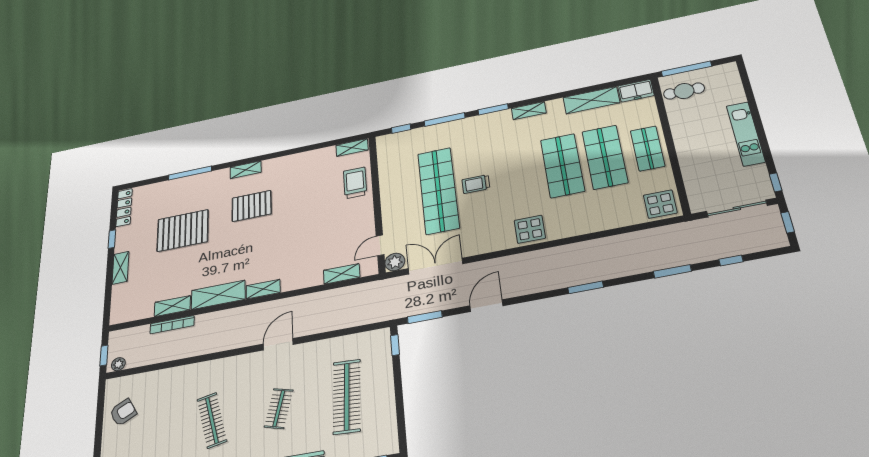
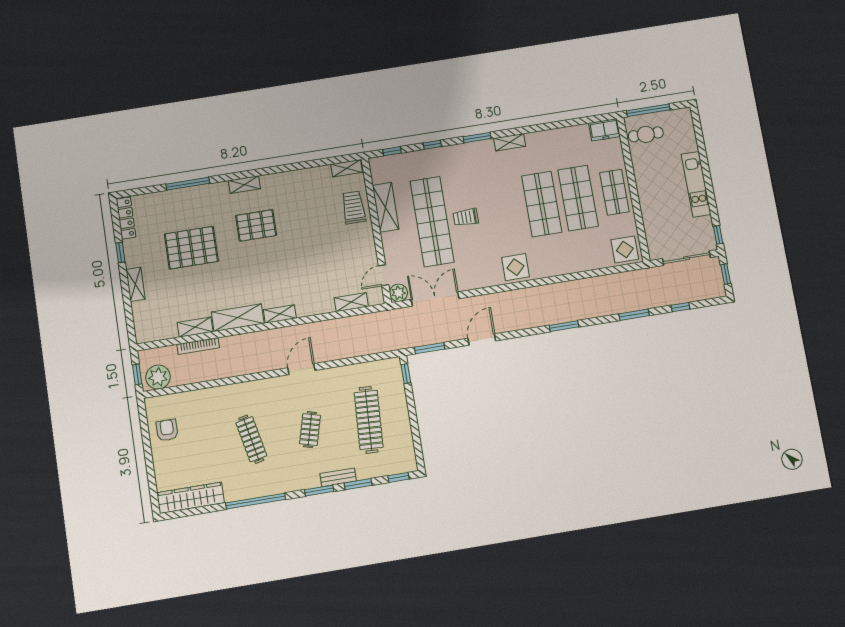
shelving: (591, 100) -> (386, 207), moved, turned 90
window: (445, 120) -> (432, 145), width x0.46
plant: (118, 364) -> (158, 377), width x1.88, depth x1.88
armchair: (123, 412) -> (167, 430), turned -62

